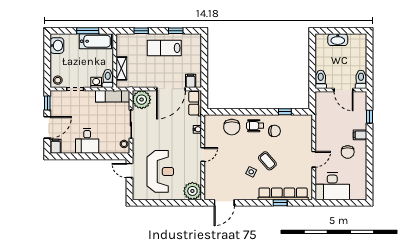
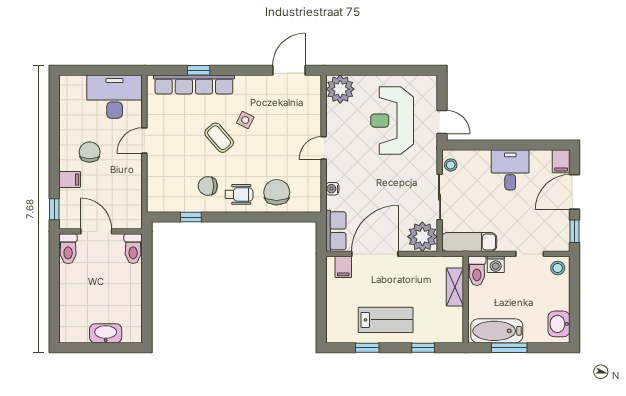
toilet: (321, 79) -> (133, 249), moved
toilet: (361, 79) -> (68, 249), moved
wall: (341, 90) -> (101, 231), moved
door: (344, 90) -> (96, 231), moved

